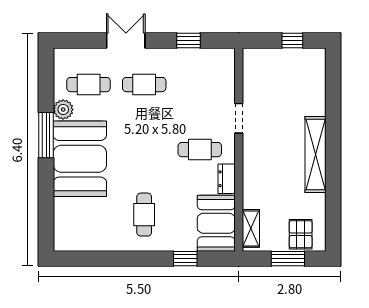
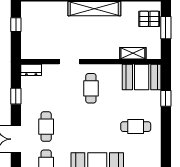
dresser: (227, 179) -> (31, 70), moved
shelving: (251, 228) -> (133, 53), moved

